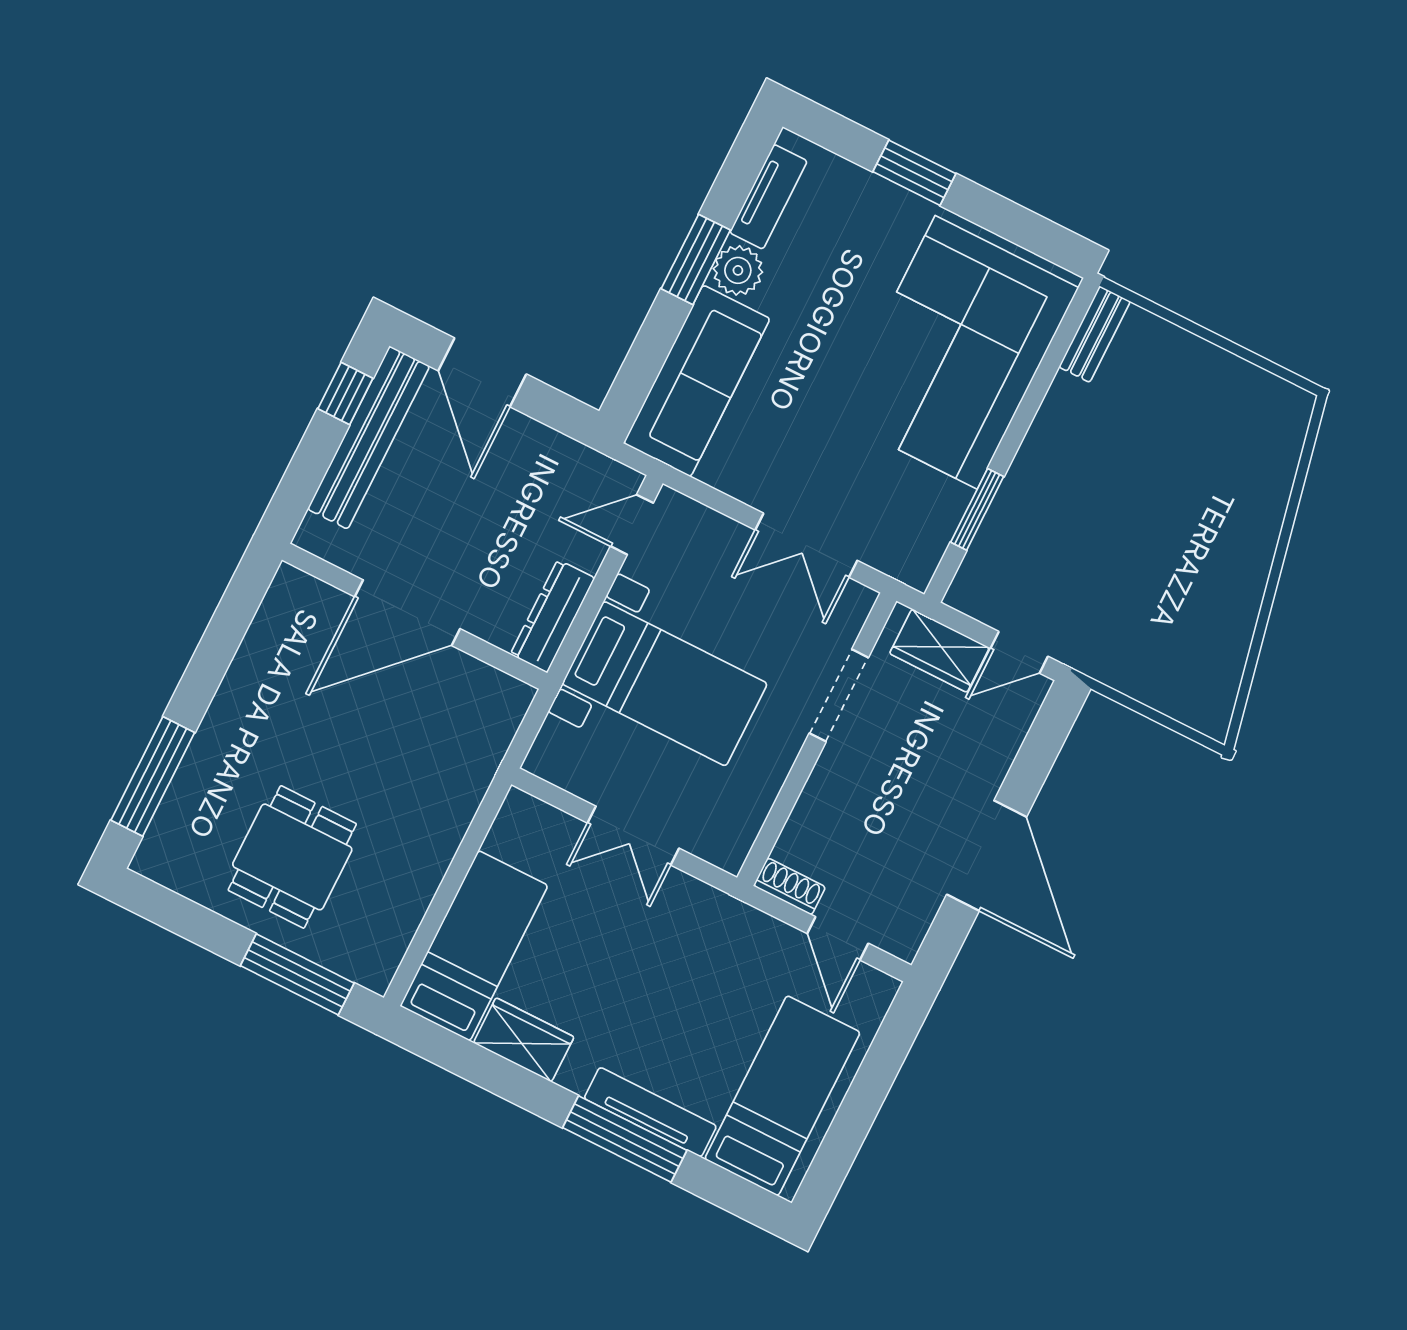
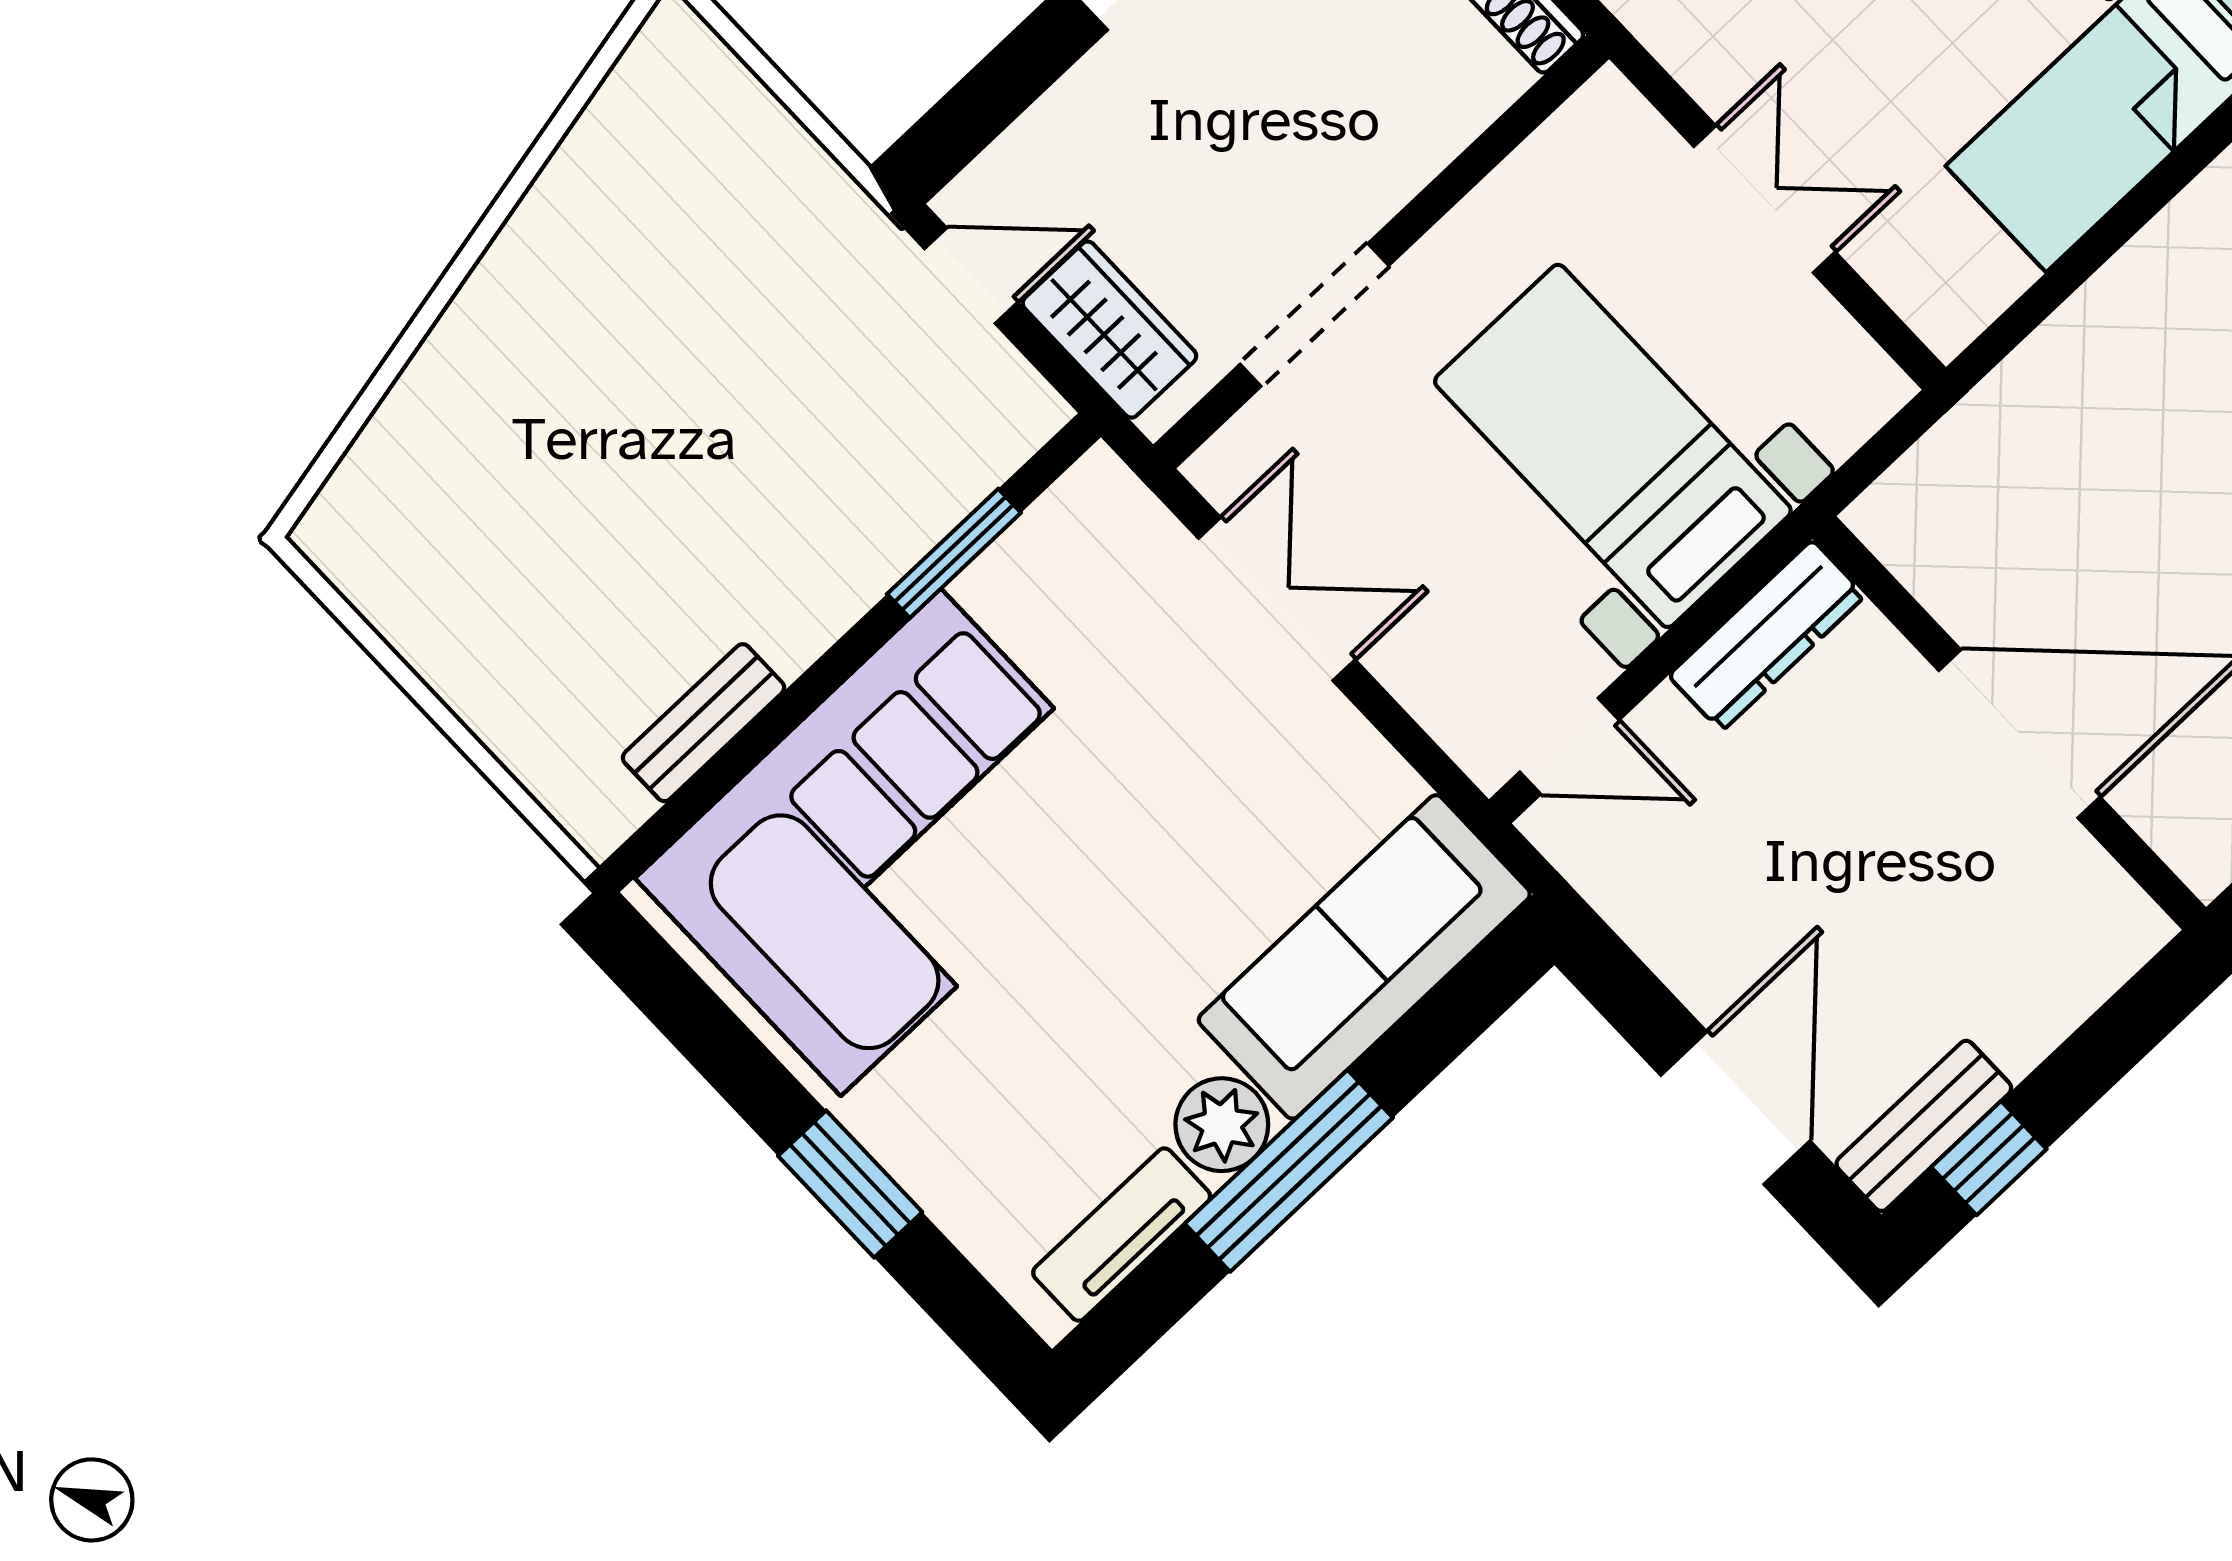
window: (696, 259) -> (1289, 1171), width x1.44
bench: (1095, 334) -> (704, 723), moved
bench: (369, 438) -> (1924, 1126), width x0.54, depth x0.82

